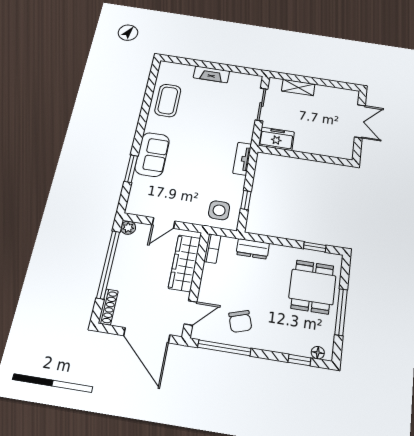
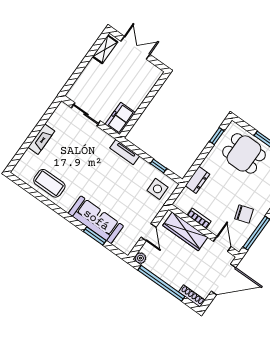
shelving: (298, 87) -> (105, 49), moved
sofa: (152, 154) -> (96, 220), width x1.36
bookcase: (212, 248) -> (199, 218), moved

